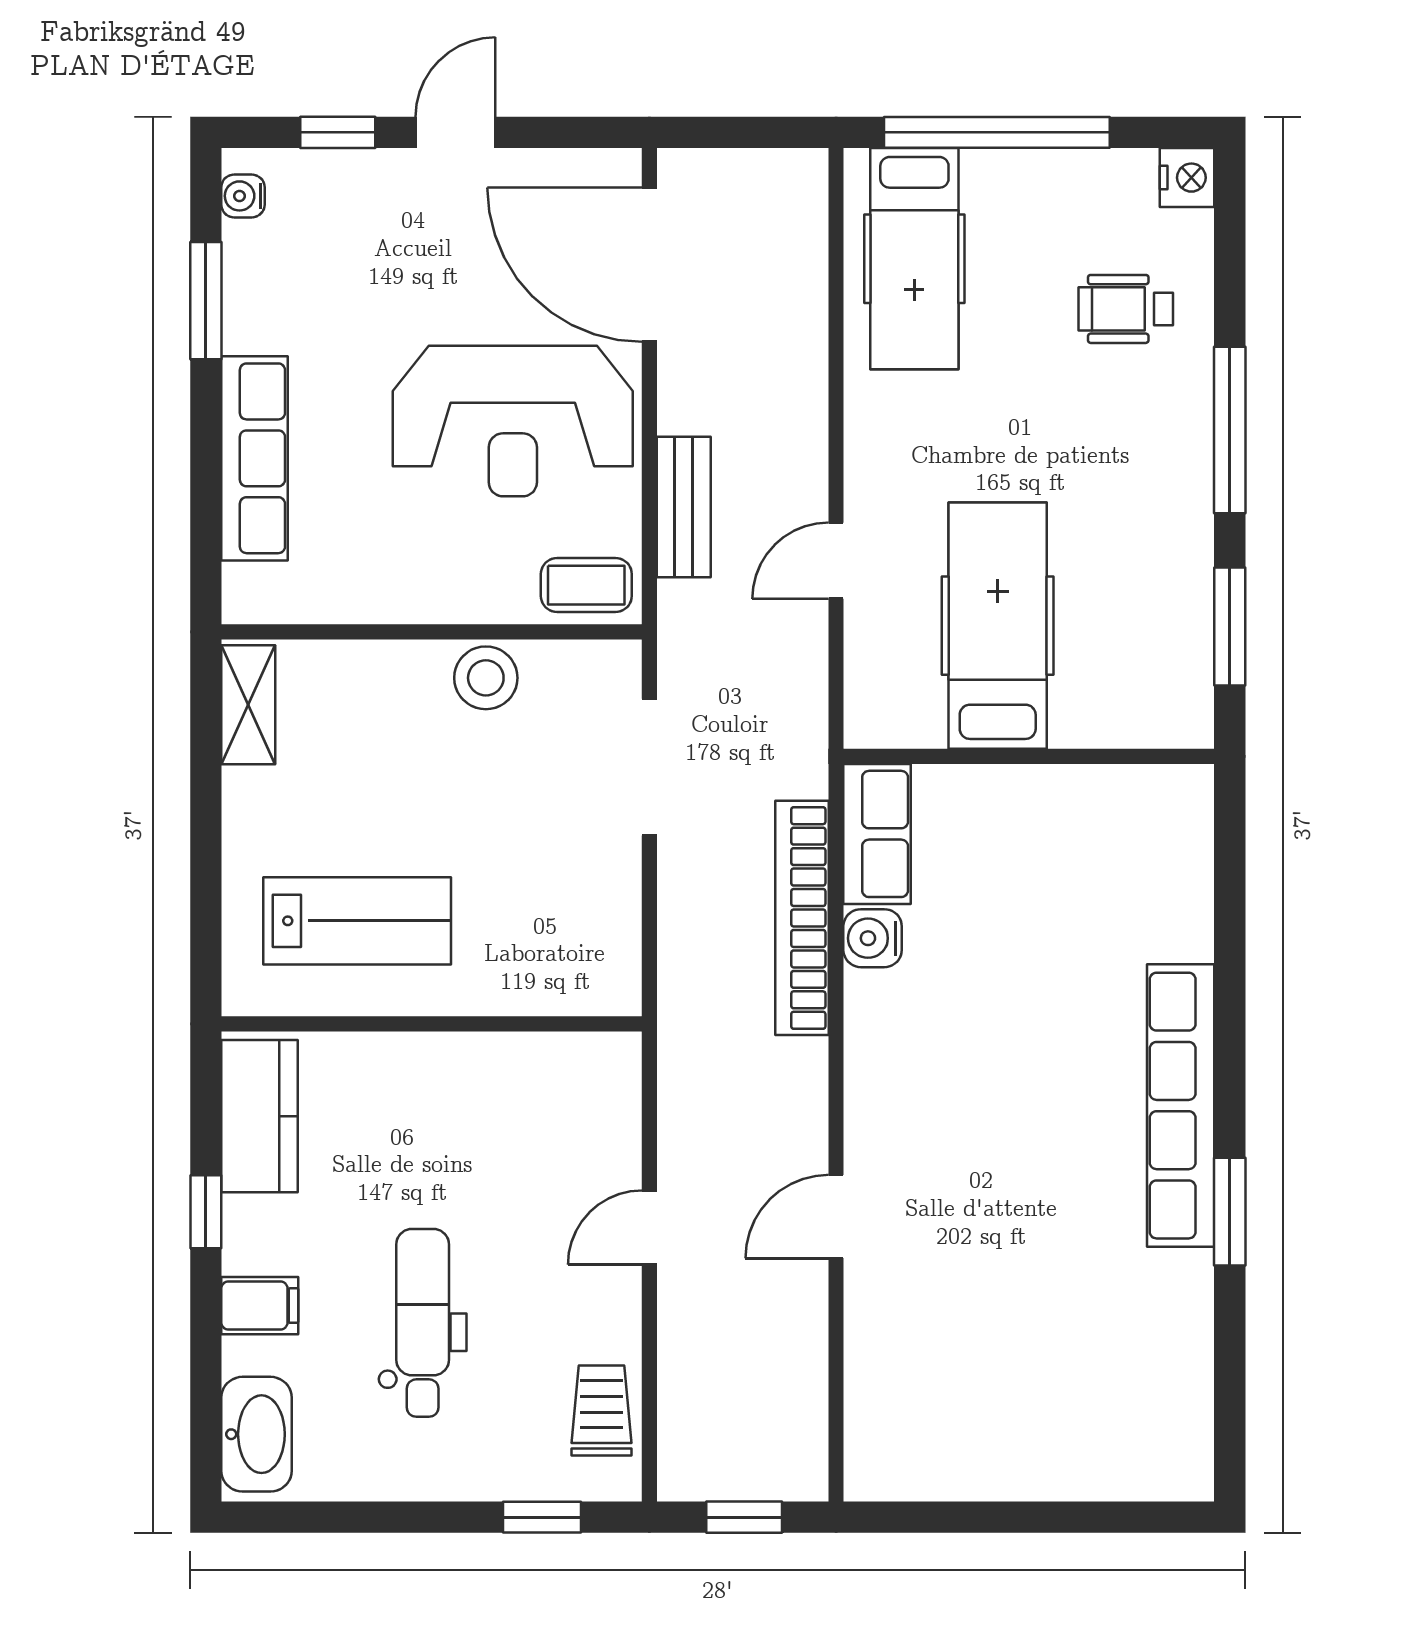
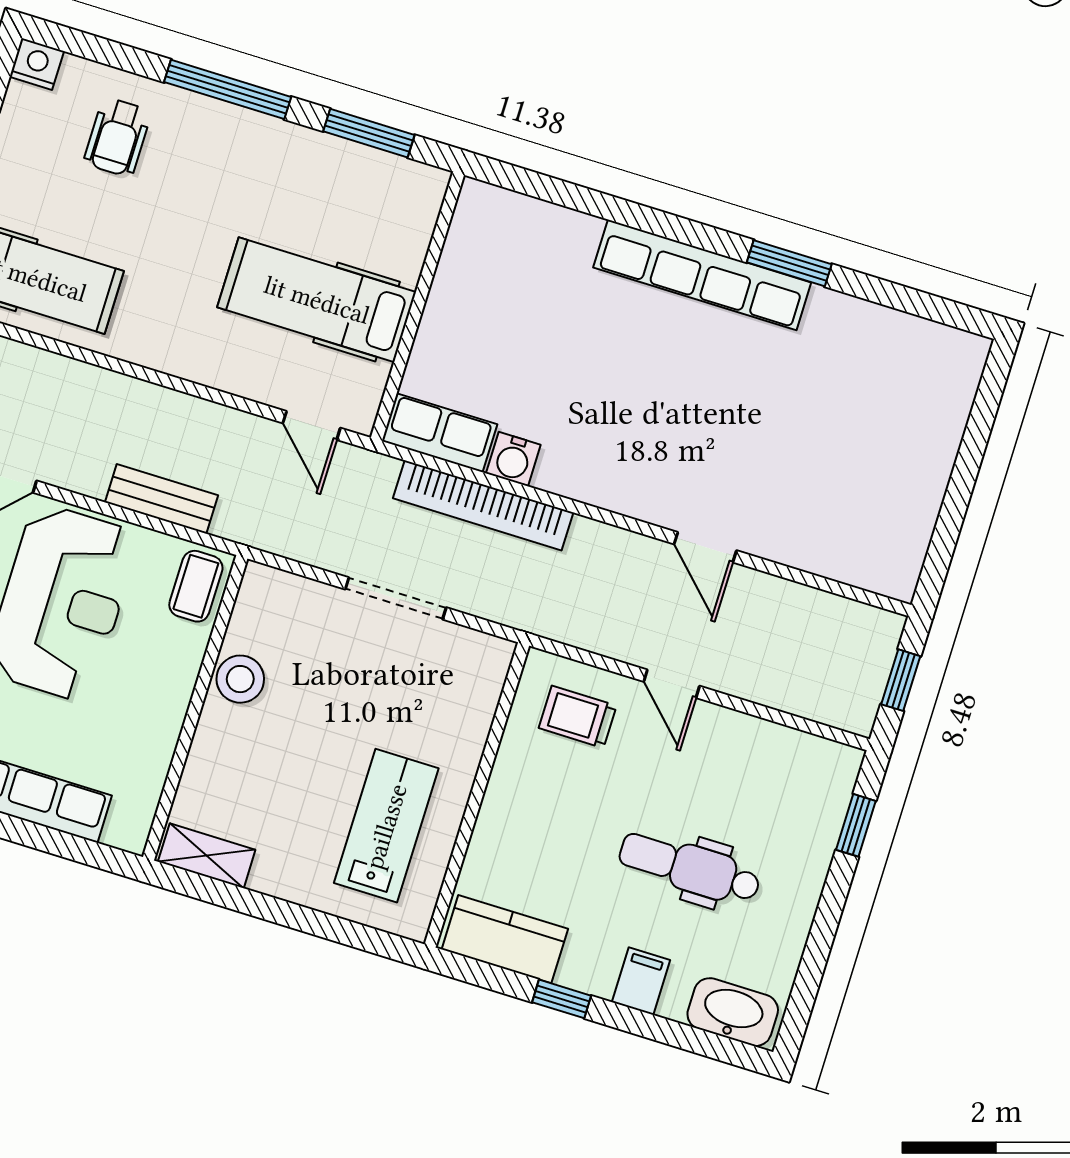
door: (836, 561) -> (312, 425), moved
doorway: (649, 767) -> (396, 598), moved
trolley: (602, 1411) -> (578, 717), moved

